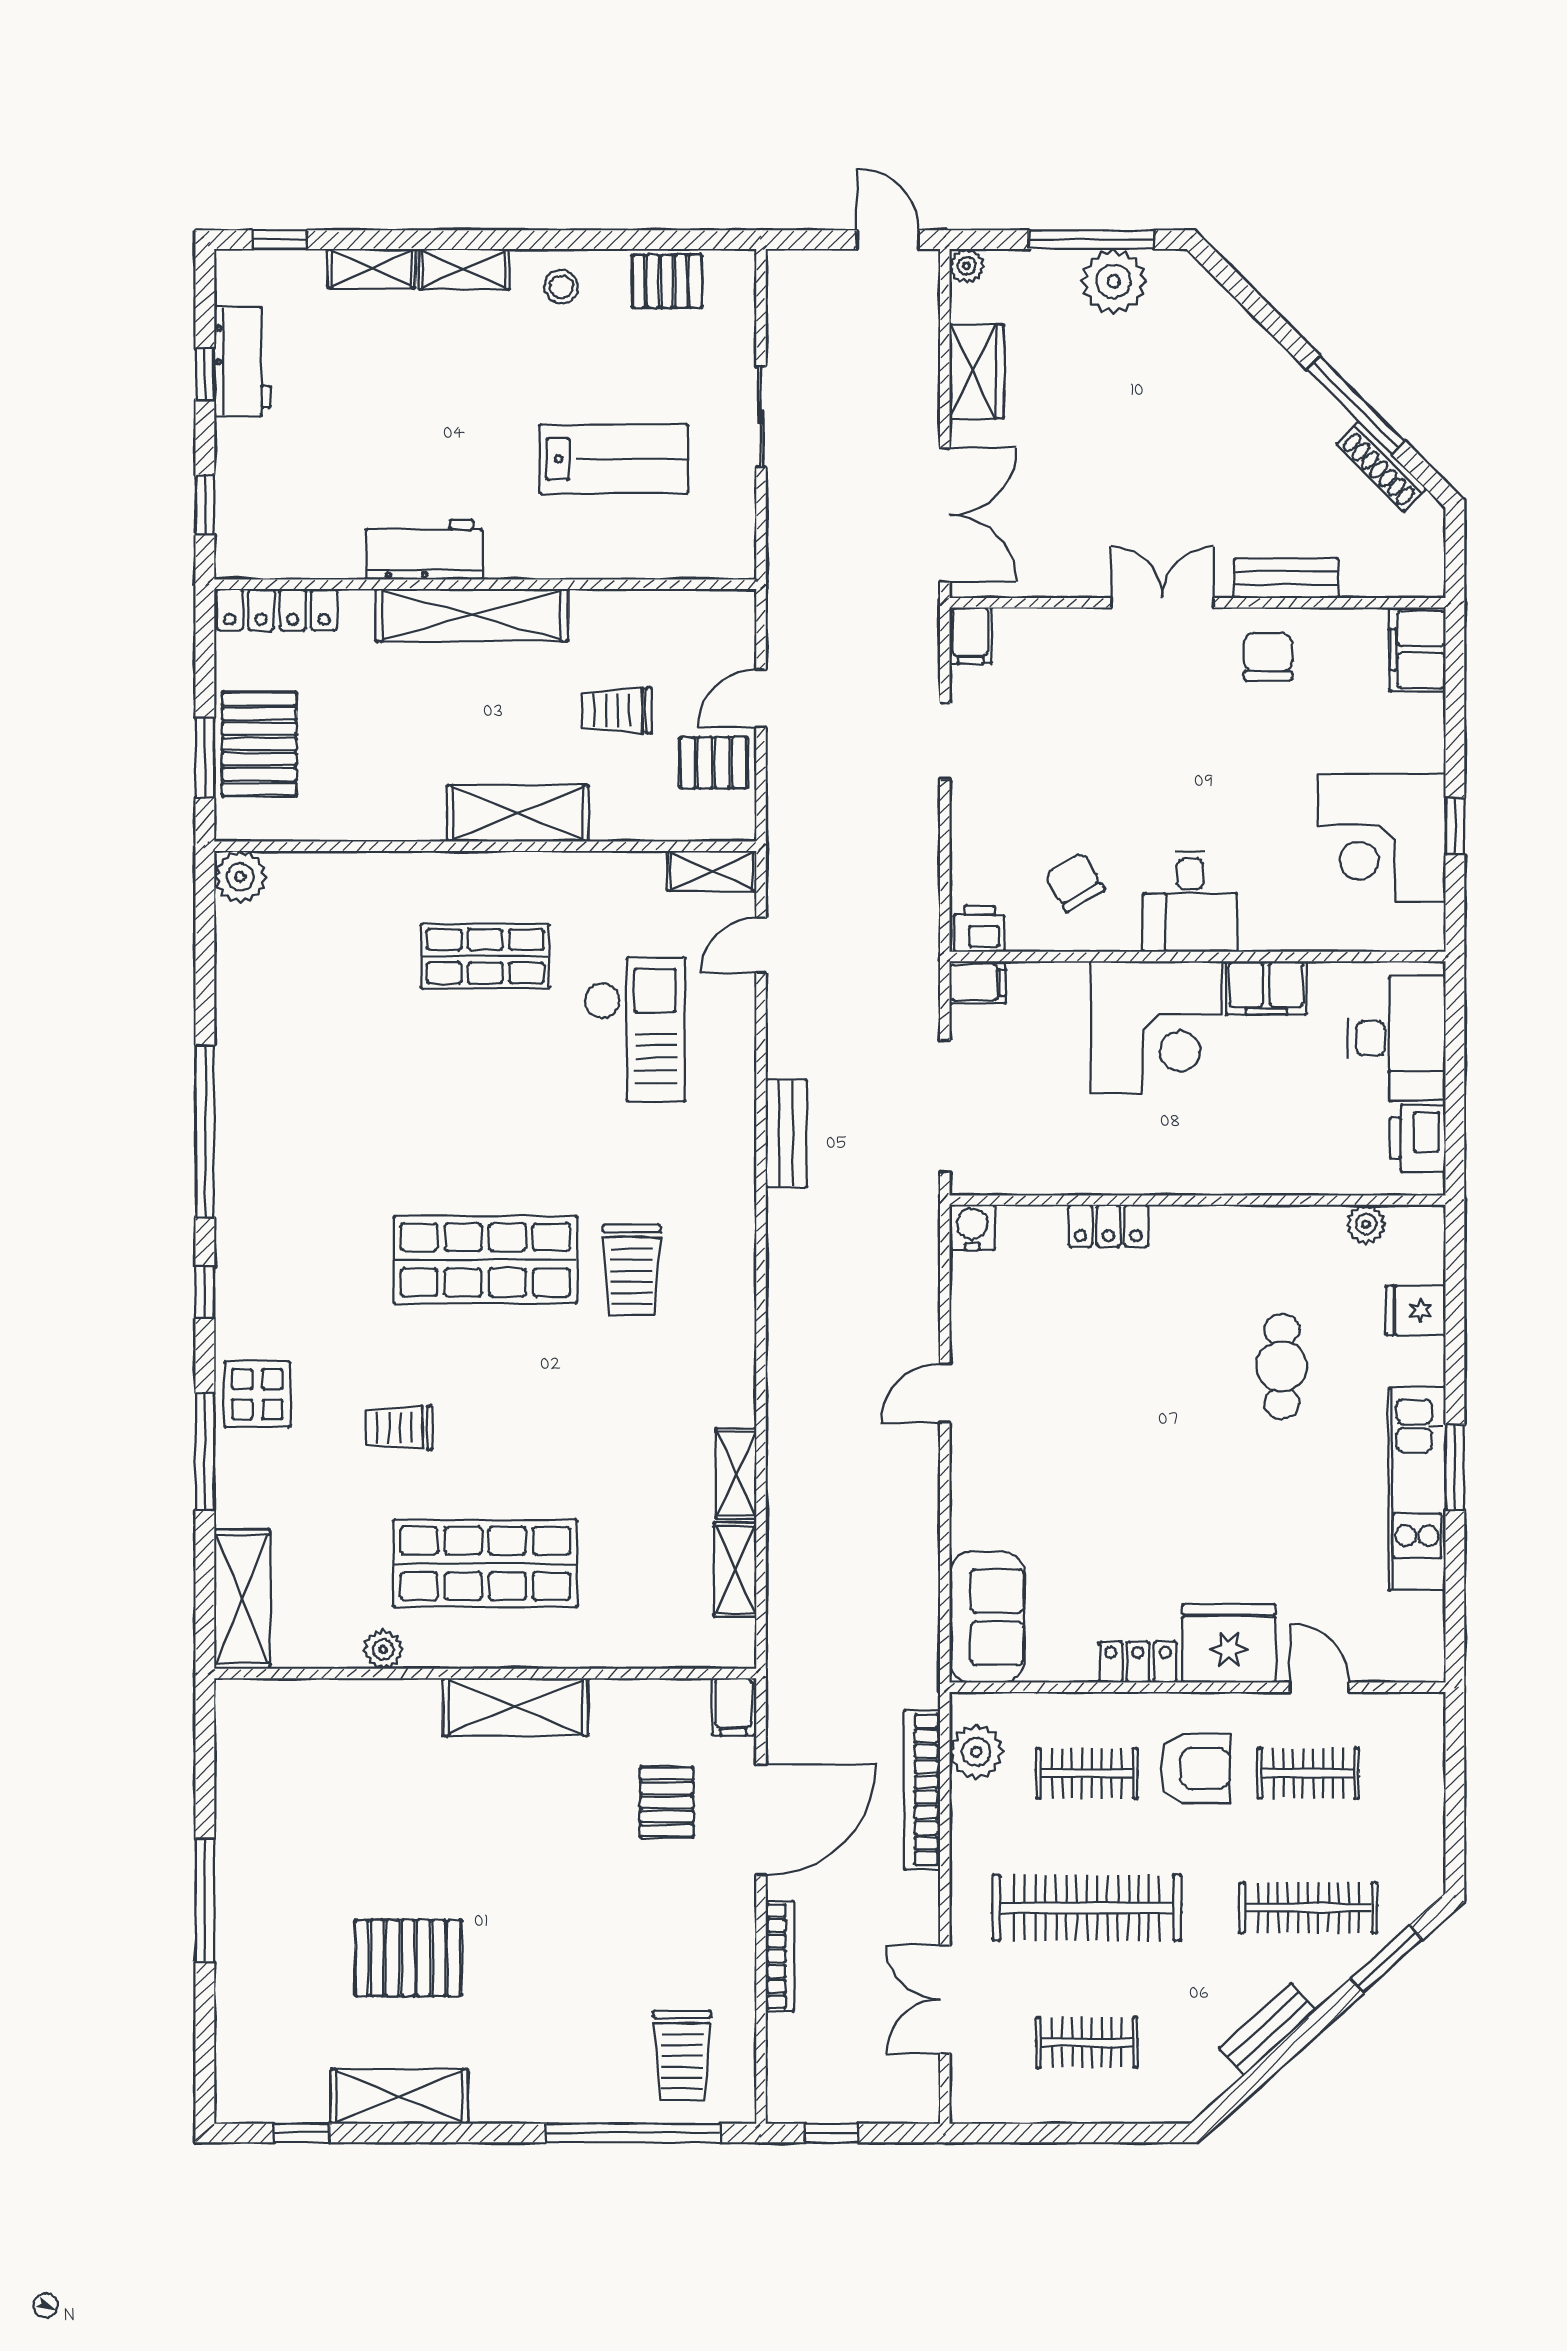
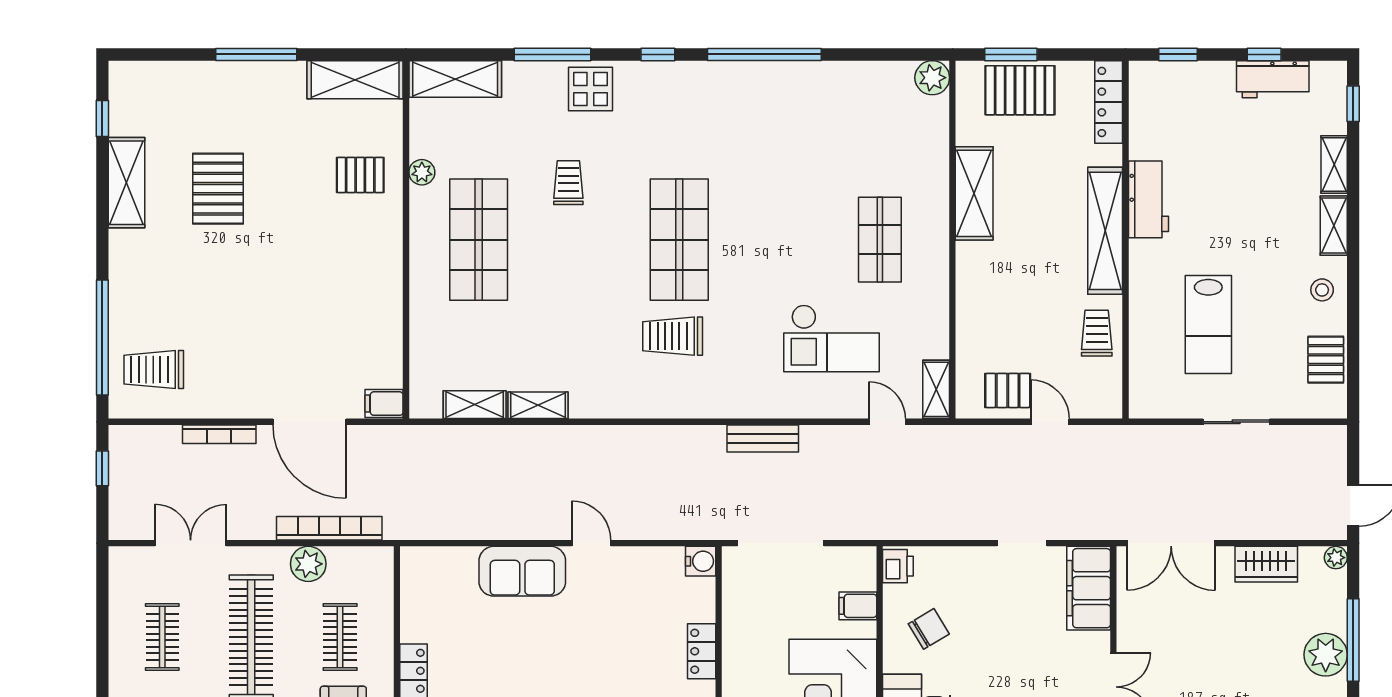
filing cabinet: (971, 636) -> (1089, 588), width x3.00, depth x1.17
trolley: (617, 710) -> (1097, 333), moved
pallet: (714, 763) -> (1008, 390), turned 90
shelving: (518, 813) -> (974, 193), moved
filing cabinet: (978, 982) -> (858, 606), moved, turned 90
sofa: (987, 1617) -> (522, 571), moved
shelving: (515, 1707) -> (355, 80), moved, turned 90
plant: (976, 1752) -> (308, 564), moved
pallet: (667, 1802) -> (360, 175), moved

